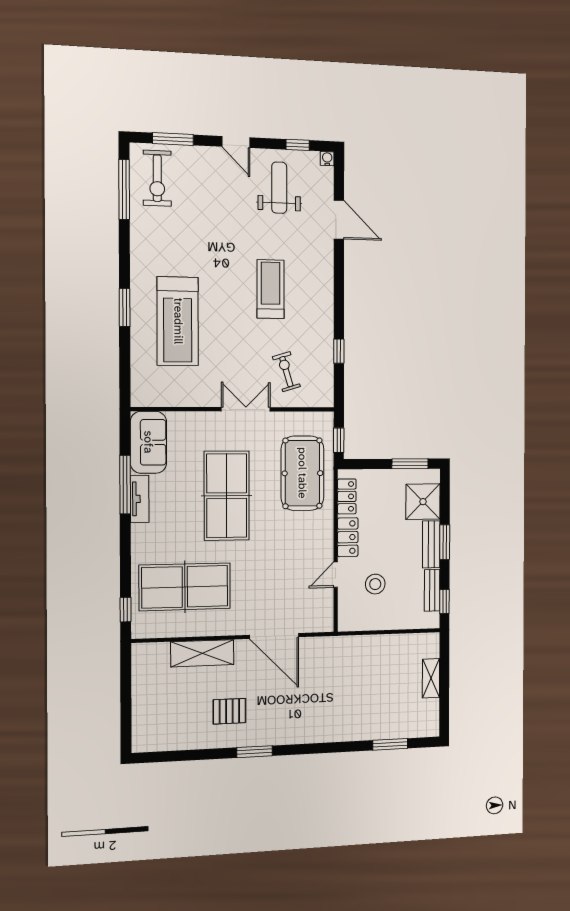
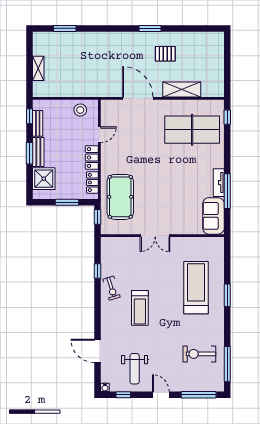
window: (173, 139) -> (199, 395), width x1.44
exercise bike: (157, 178) -> (199, 354), moved, turned -90
exercise bike: (286, 372) -> (111, 288), moved
window: (410, 464) -> (67, 202), moved
table tennis table: (227, 496) -> (167, 184), removed
stool: (375, 584) -> (80, 110), moved

